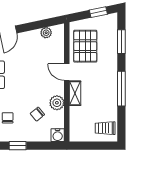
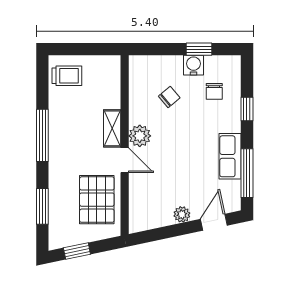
plant: (46, 33) -> (182, 214), moved
plant: (57, 103) -> (140, 136), moved
water cooler: (58, 135) -> (193, 65), moved

